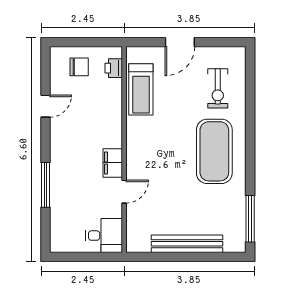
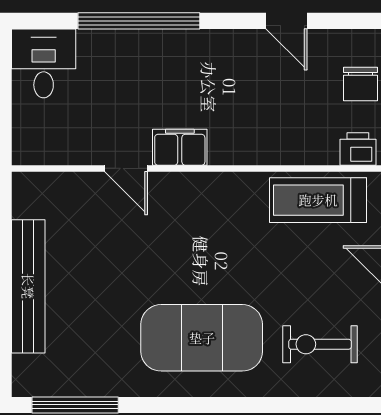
window: (45, 185) -> (139, 21), width x1.46
desk: (104, 236) -> (44, 63), moved, turned 180

